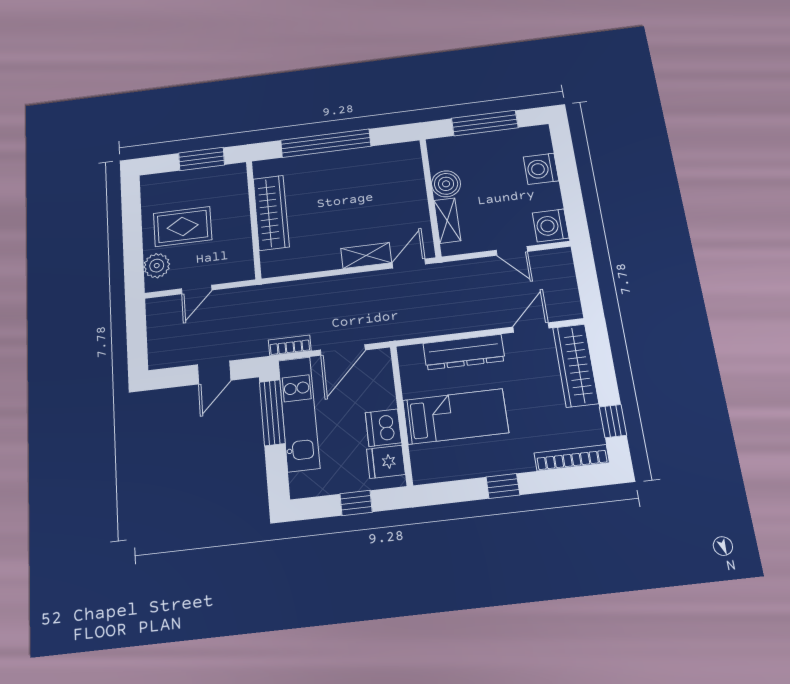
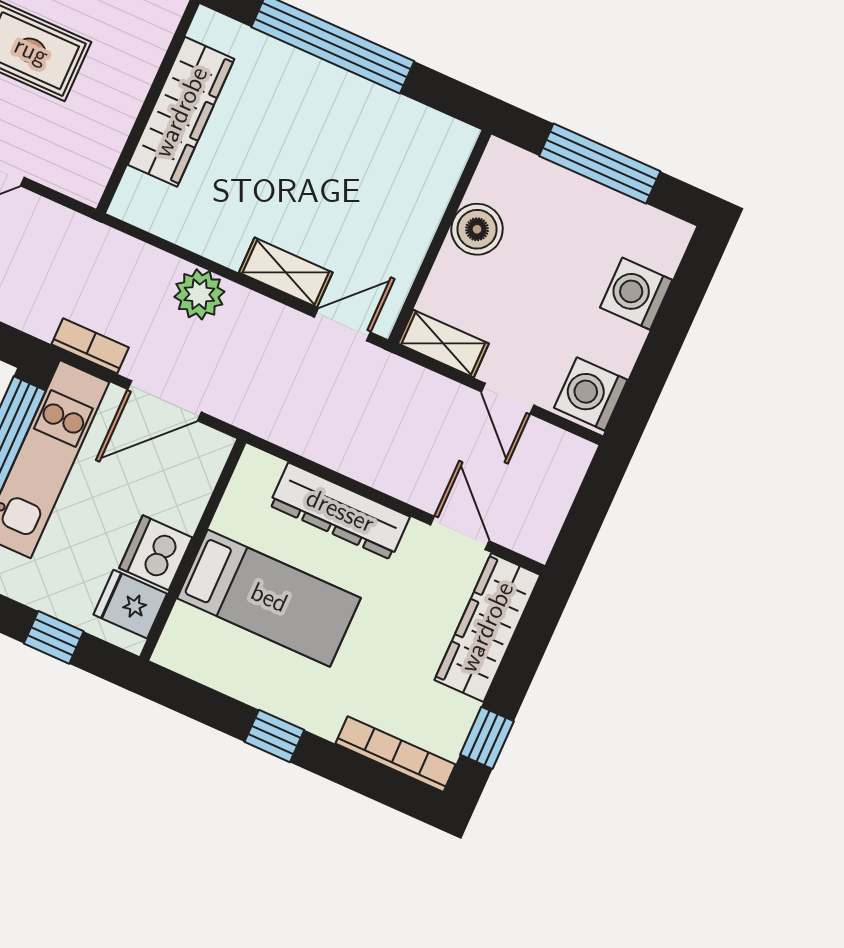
shelving: (447, 221) -> (443, 344), moved, turned 90
plant: (330, 290) -> (199, 294), added
door: (531, 327) -> (460, 533), hinge flipped

